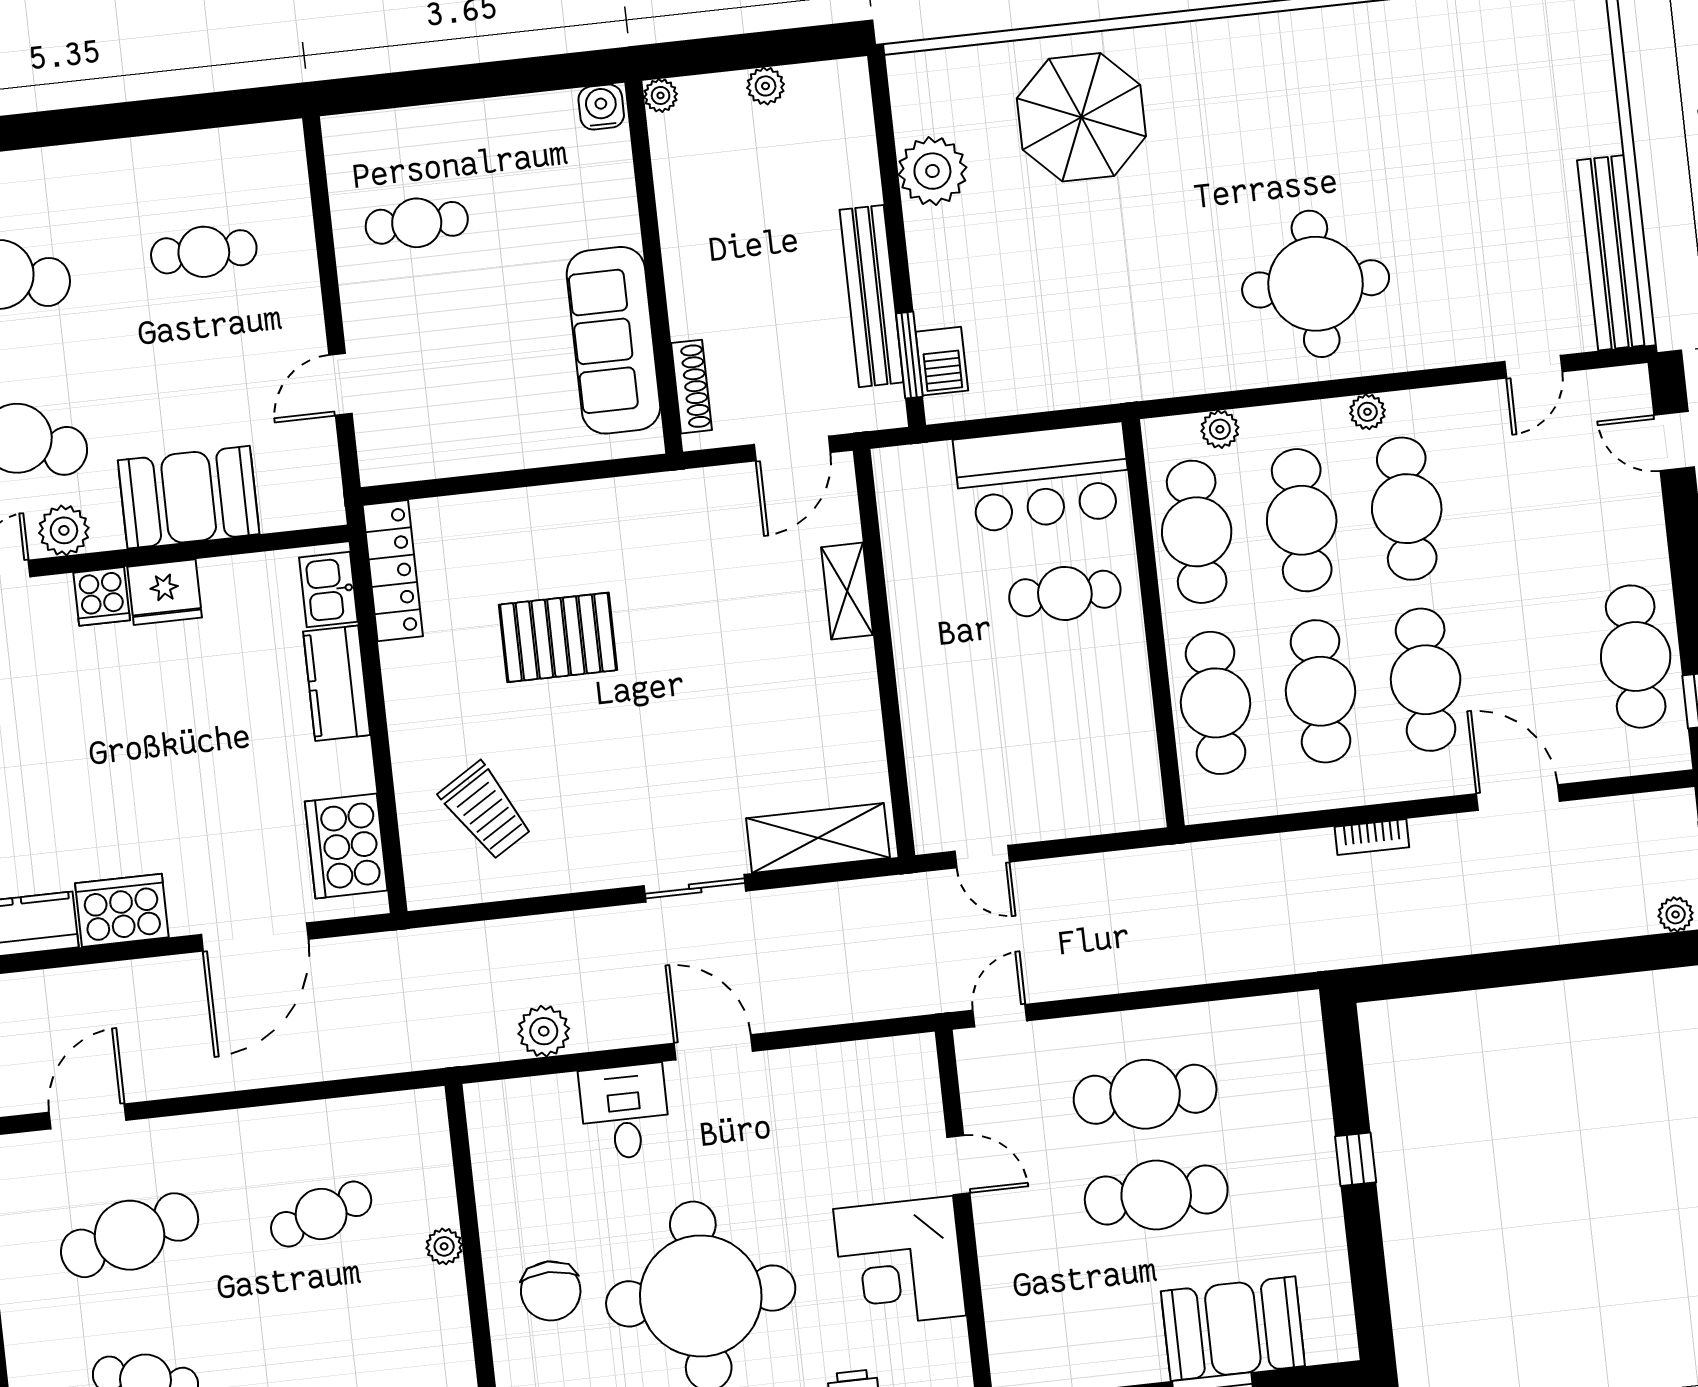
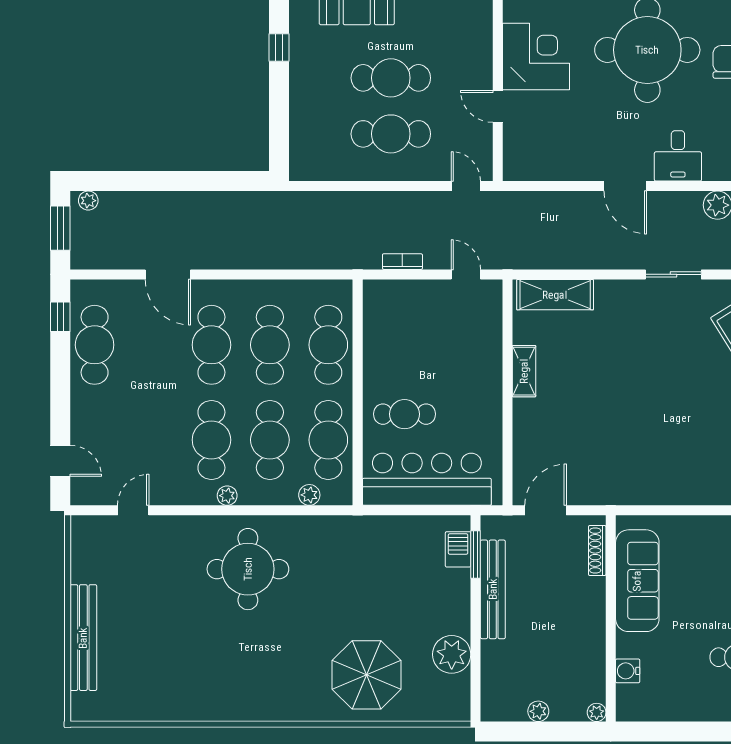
water cooler: (601, 107) -> (628, 671), moved, turned 90
bench: (1611, 253) -> (83, 638), moved
bar counter: (1043, 477) -> (427, 479), width x1.36
shelving: (847, 591) -> (524, 371), moved
pallet: (558, 637) -> (686, 421), removed
bookcase: (1372, 837) -> (402, 262), moved
sliding door: (695, 888) -> (673, 274), moved
door: (1000, 1016) -> (466, 186), swing flipped
window: (1356, 1159) -> (279, 48), moved

